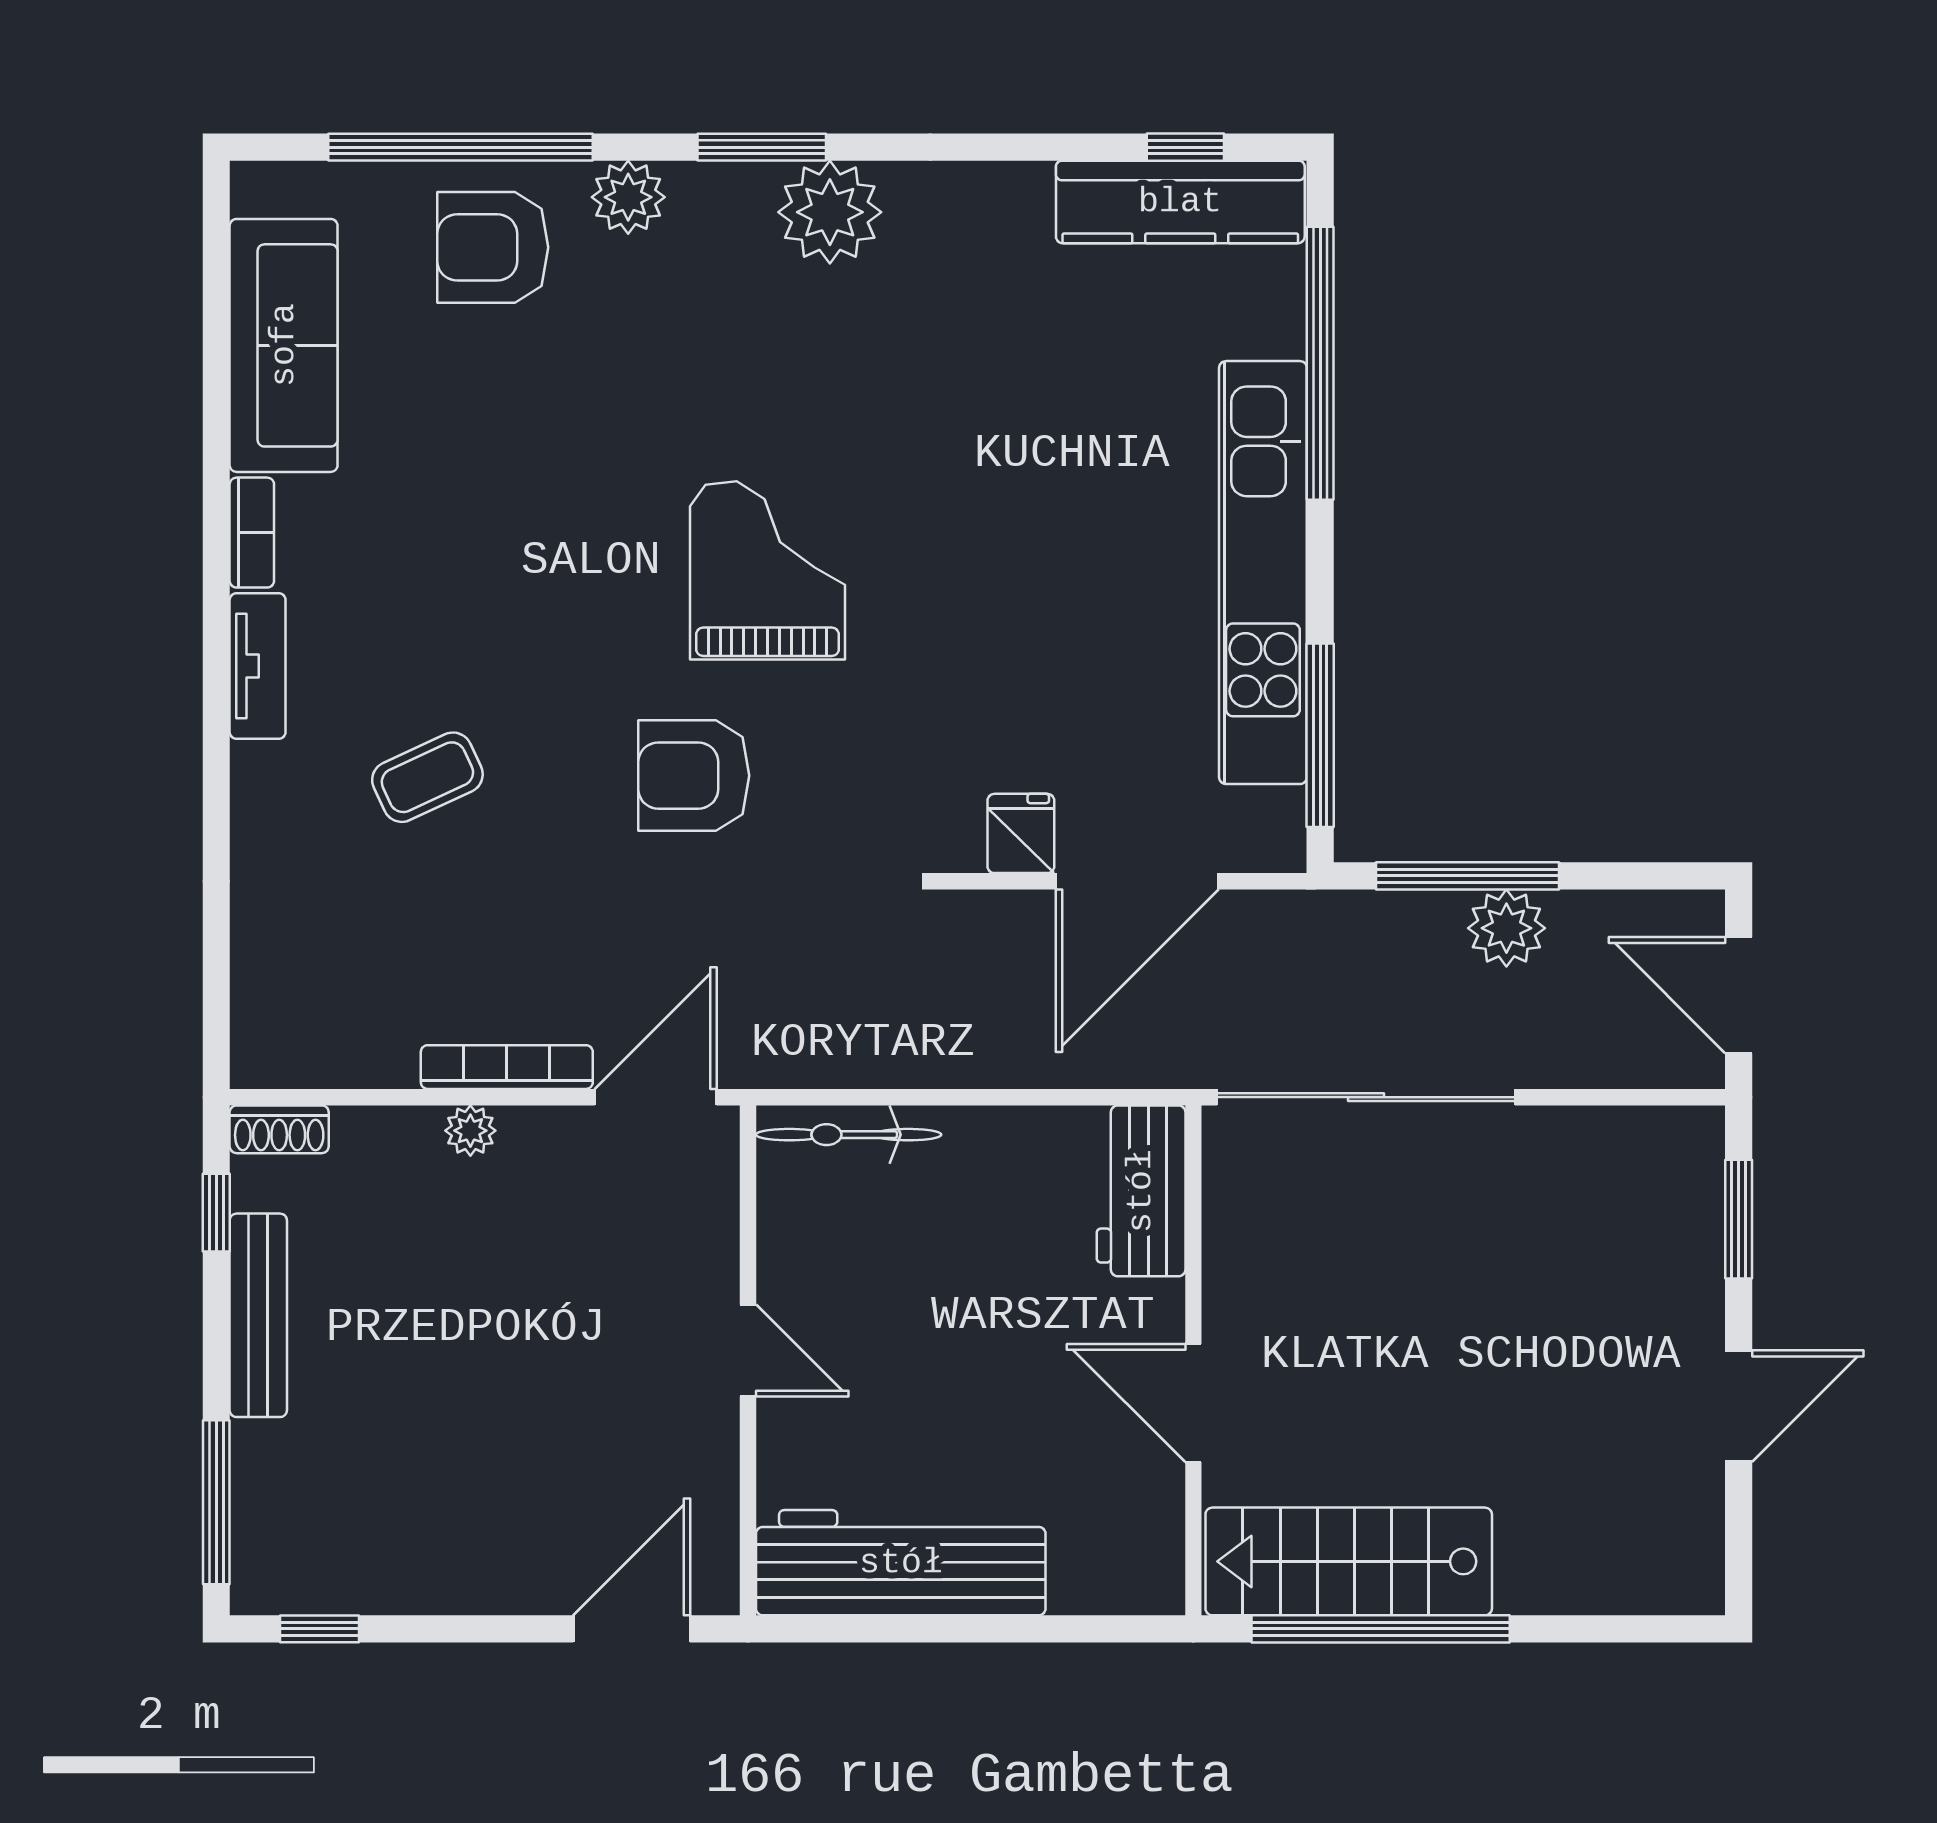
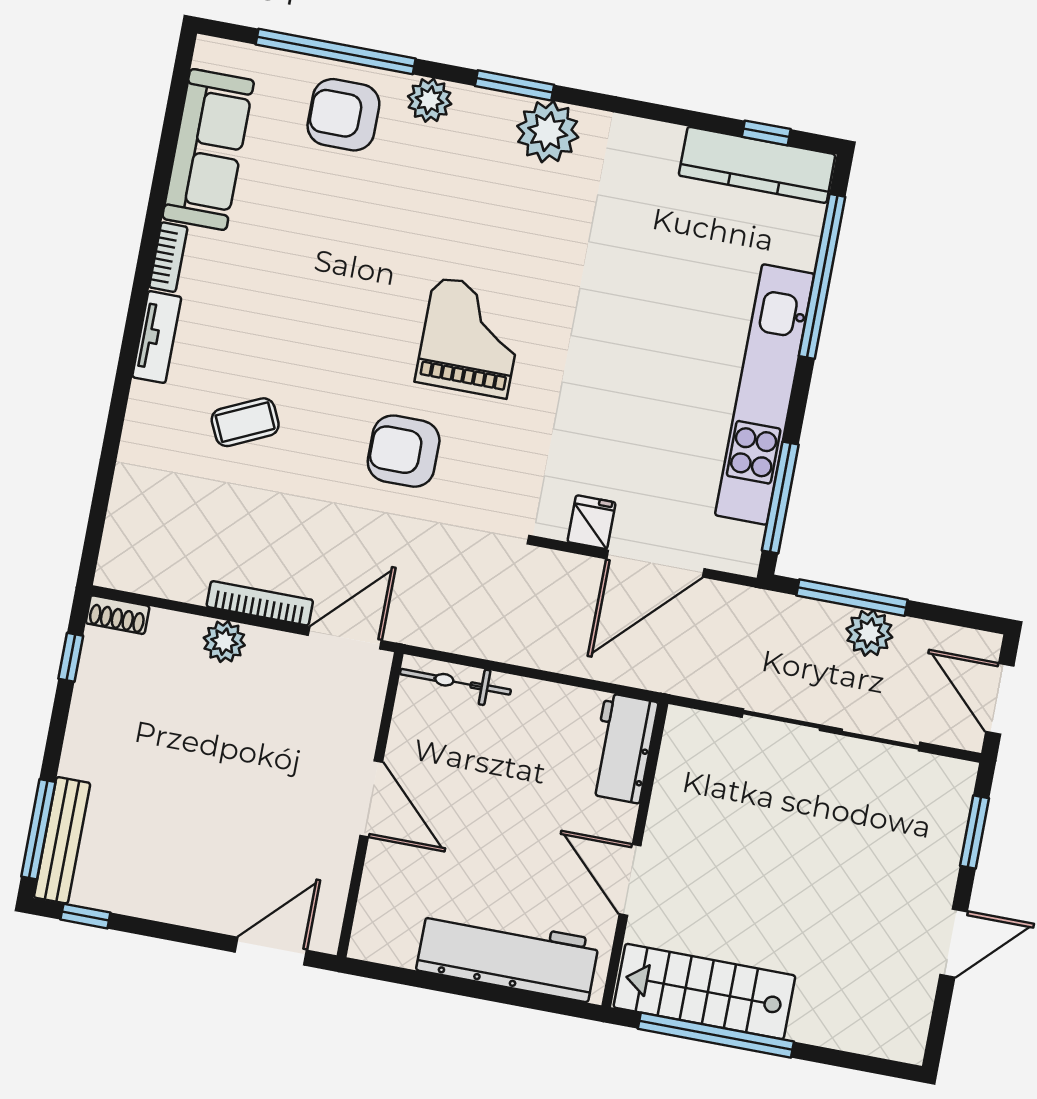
sliding door: (1366, 1097) -> (831, 730), moved
plant: (470, 1131) -> (224, 642), width x1.38, depth x1.38
bench: (258, 1315) -> (62, 840), moved
door: (748, 1351) -> (371, 799), width x1.38
workbench: (901, 1563) -> (508, 955), moved

